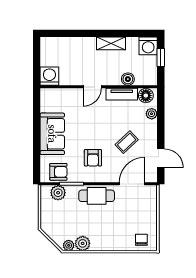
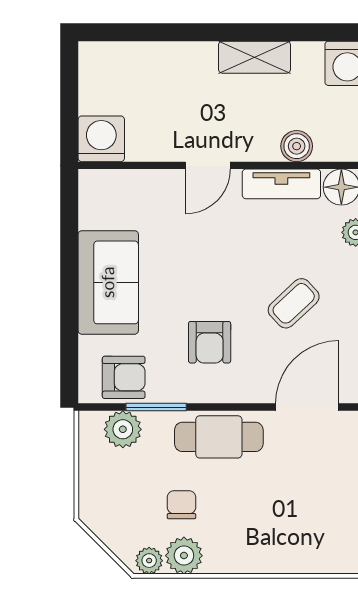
chair: (141, 240) -> (181, 505), moved

